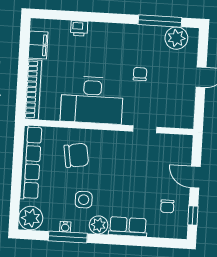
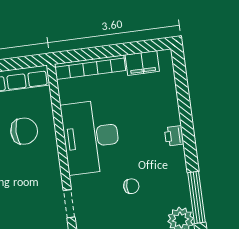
printer: (79, 28) -> (174, 136), moved
chair: (76, 155) -> (24, 131), turned -81

